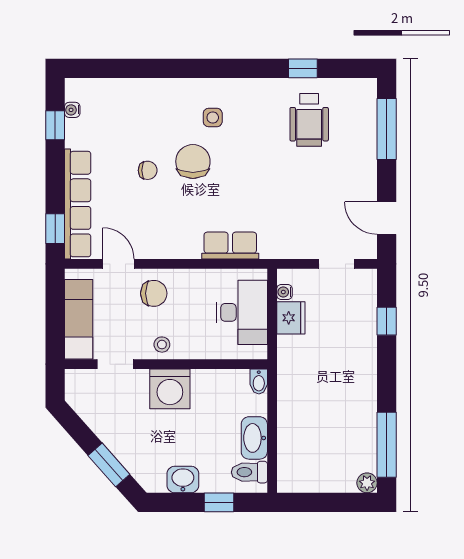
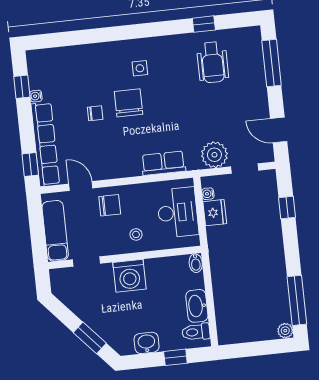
water cooler: (72, 110) -> (36, 96), moved
plant: (299, 242) -> (214, 155), added
stool: (162, 345) -> (136, 234), moved

